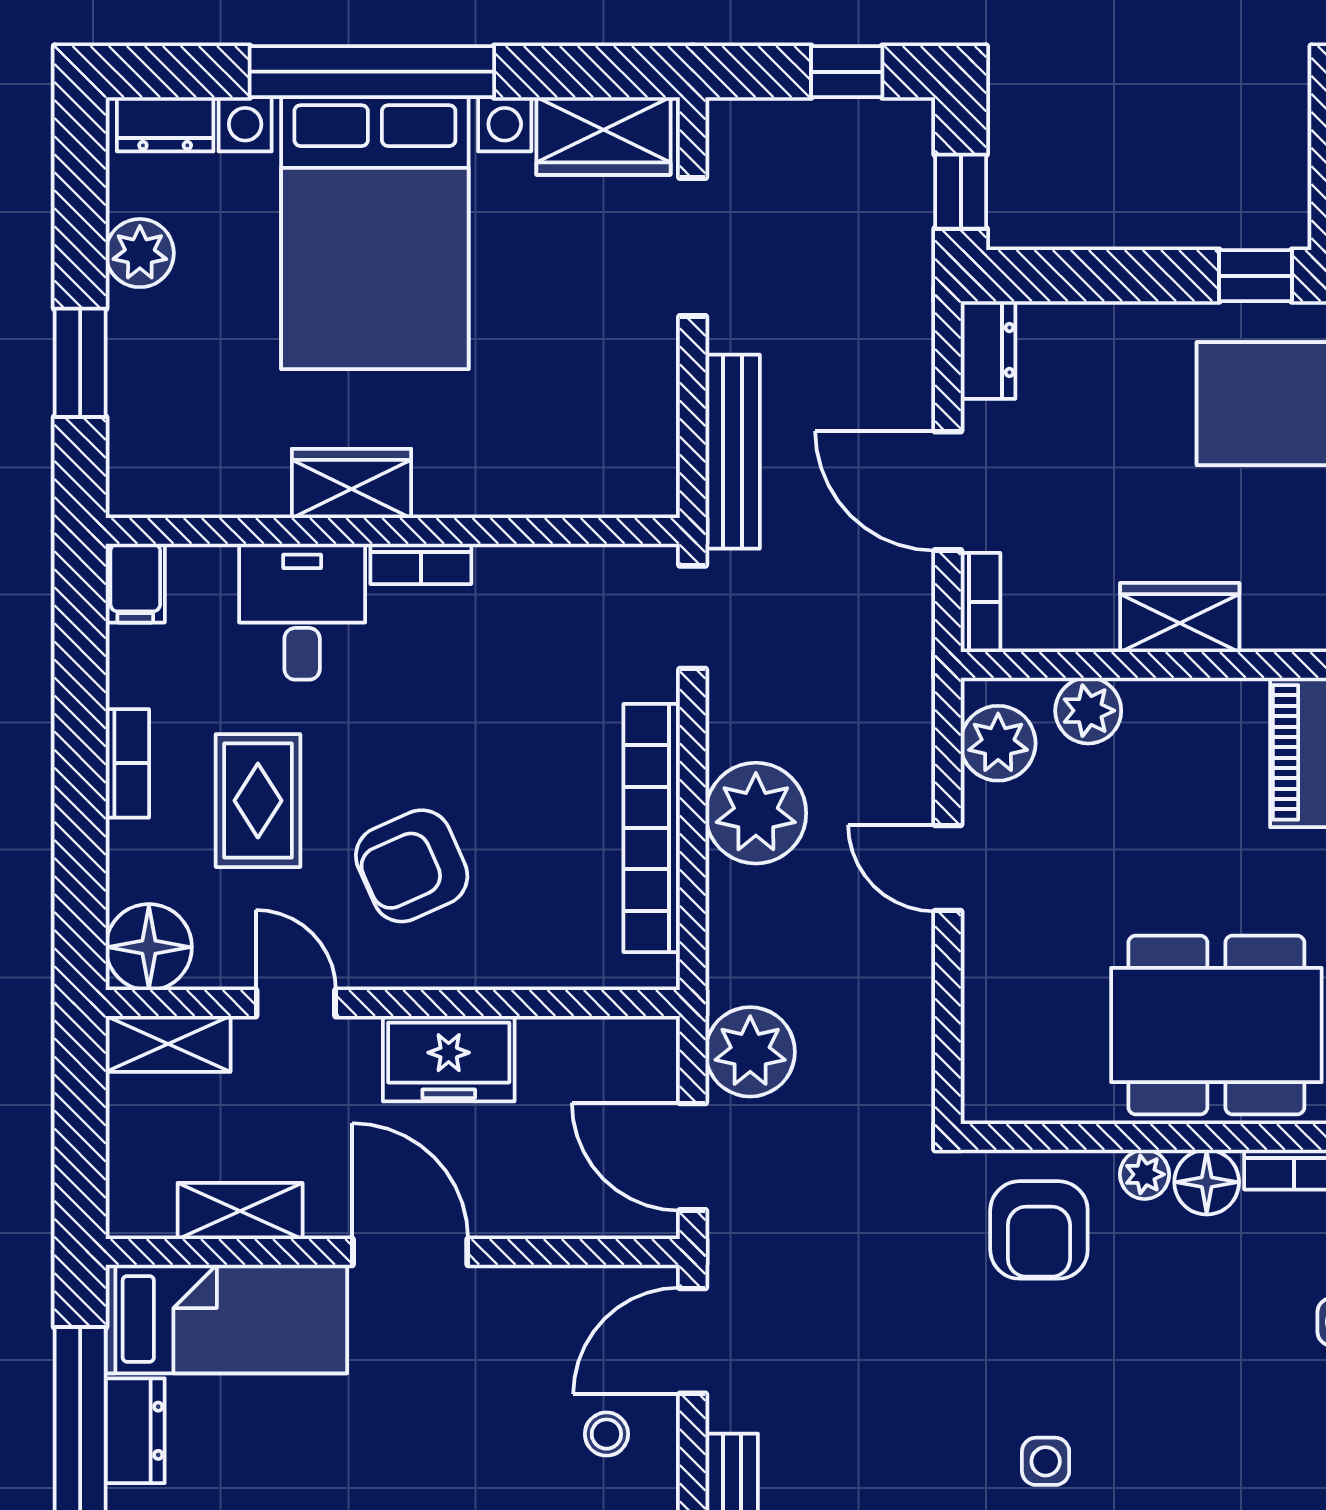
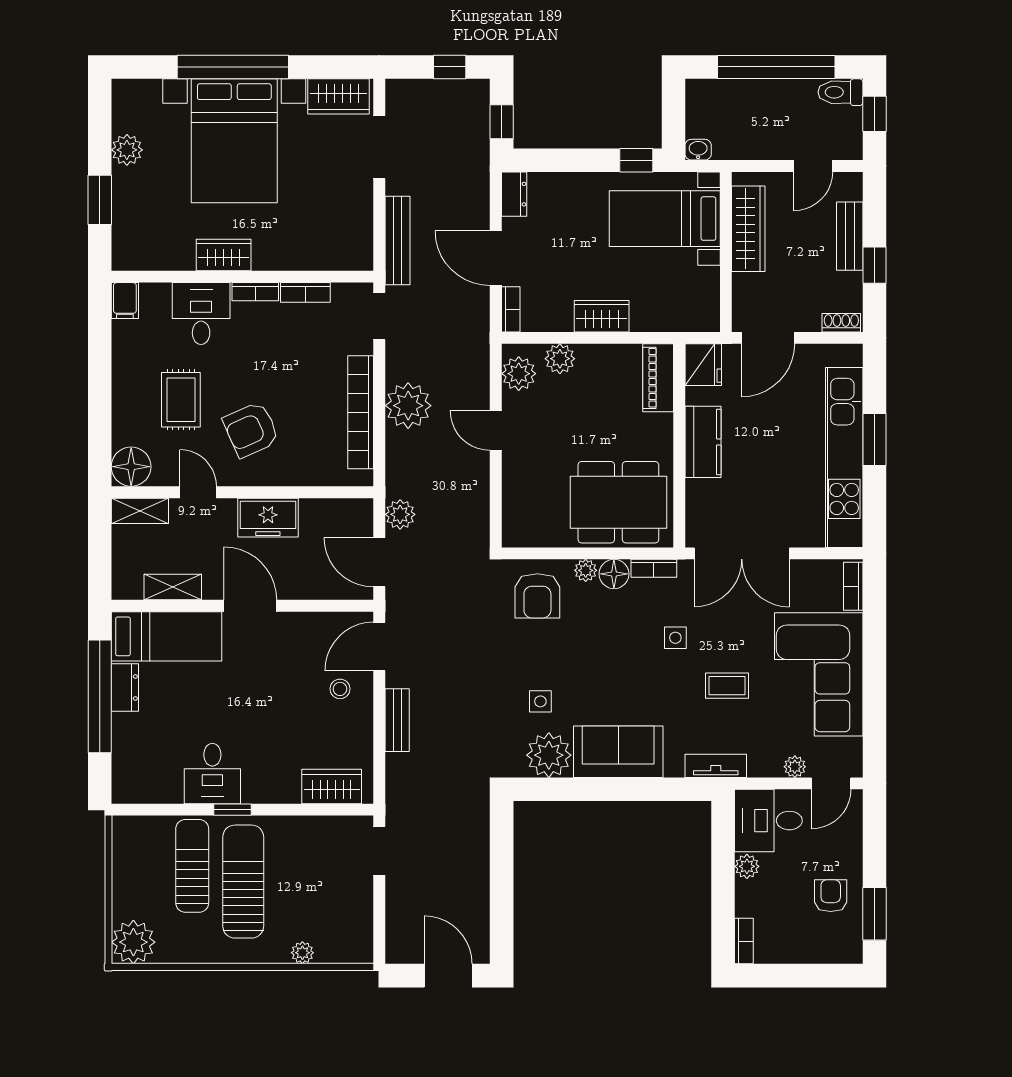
dresser: (165, 124) -> (139, 91), removed
bookcase: (127, 763) -> (305, 292), moved, turned 90
plant: (750, 1052) -> (400, 514), width x0.73, depth x0.73

